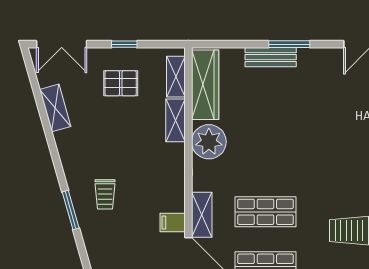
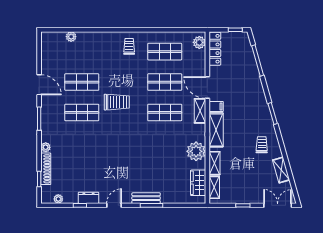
bench: (271, 57) -> (146, 198), moved
pallet: (121, 83) -> (245, 184), removed
wardrobe: (205, 85) -> (198, 183), width x0.67
shelving: (173, 180) -> (216, 130), added
trolley: (105, 194) -> (262, 145), moved

